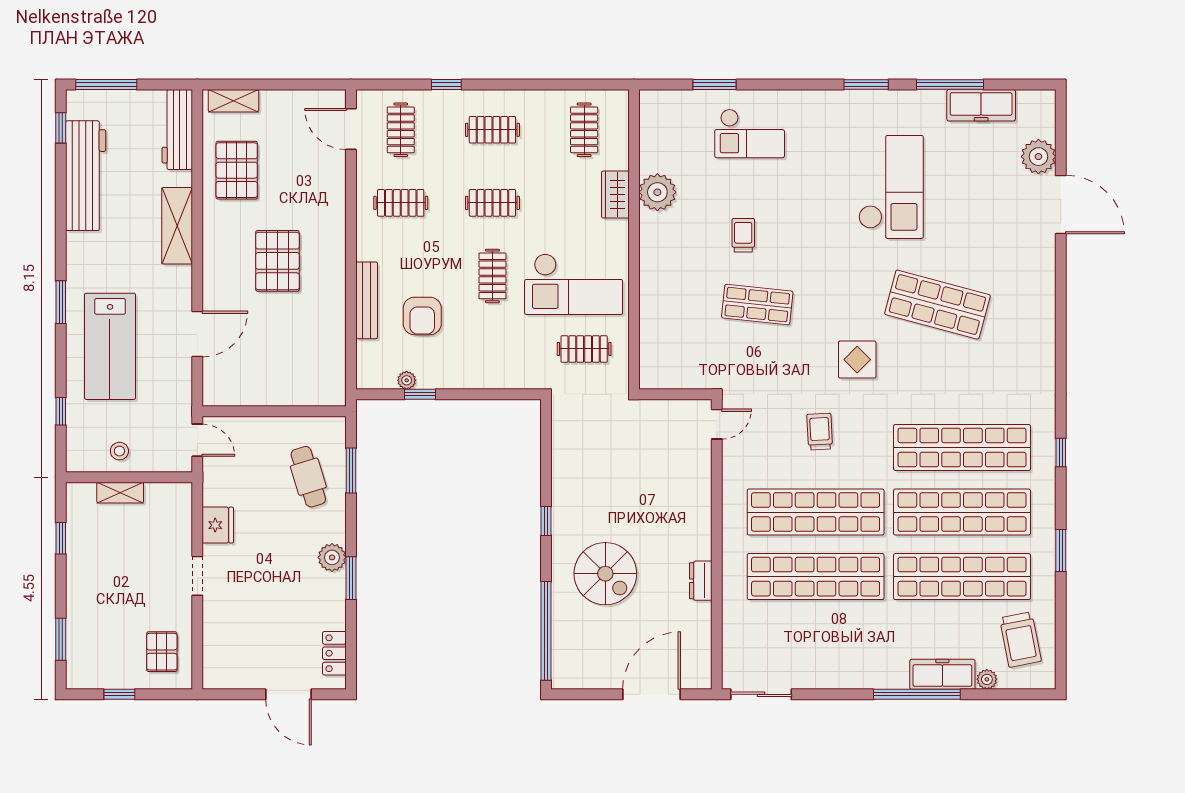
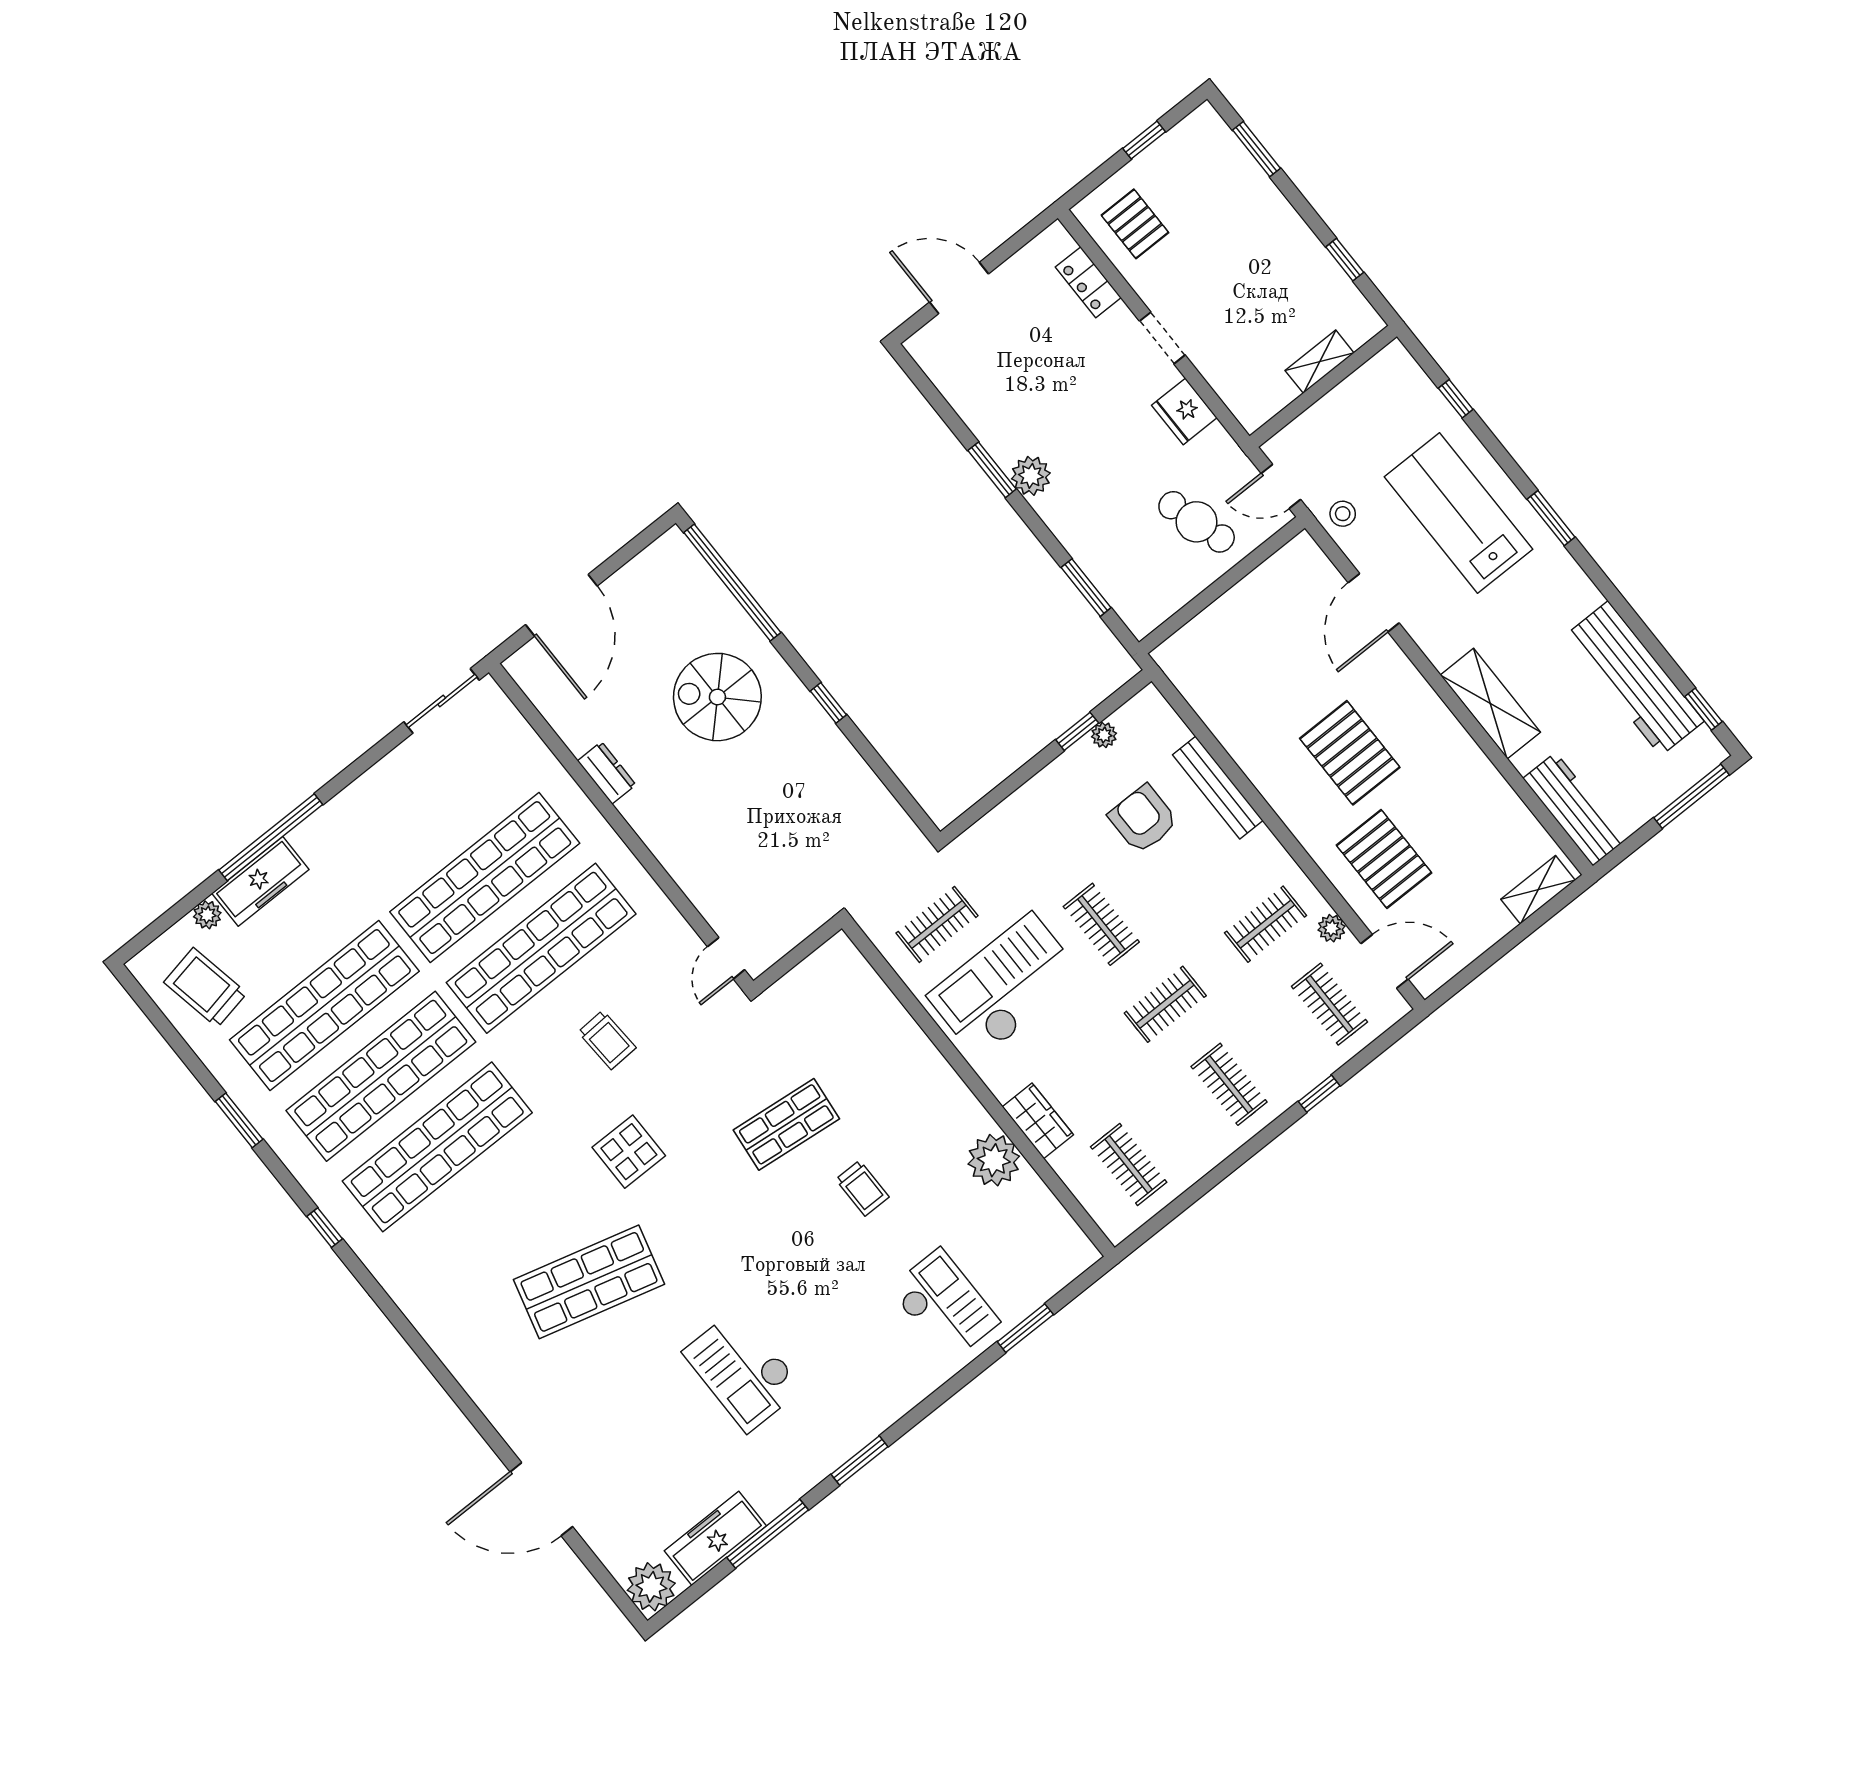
clothes rail: (492, 130) -> (1229, 1084), turned 90
checkout: (750, 133) -> (944, 1305), turned 90
plant: (1038, 157) -> (651, 1587), moved
pallet: (237, 170) -> (1384, 859), moved
plant: (366, 171) -> (1332, 928), added
checkout: (891, 187) -> (743, 1370), width x0.73, depth x0.83
stool: (119, 451) -> (1343, 514), moved
cafe table: (308, 477) -> (1197, 522), moved
locker: (334, 653) -> (1088, 282), moved, turned 180

